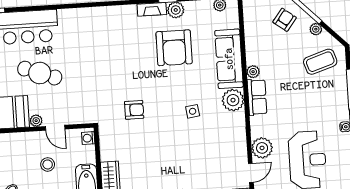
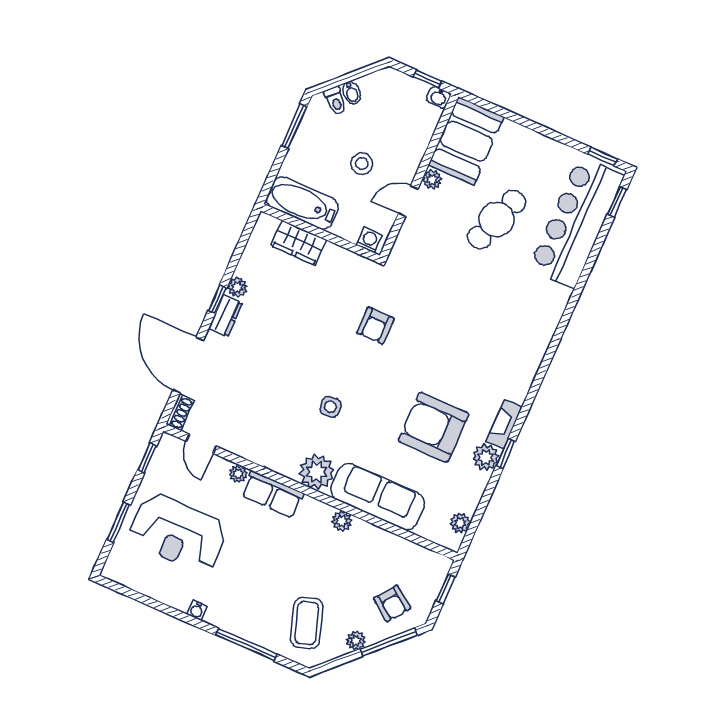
row of seats: (257, 97) -> (272, 494), moved
plant: (262, 148) -> (238, 474), width x0.53, depth x0.53

